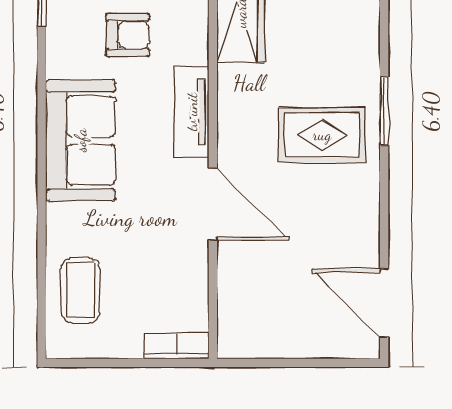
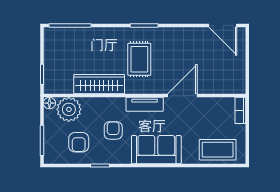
rug: (322, 135) -> (139, 59), moved
coffee table: (80, 290) -> (218, 150), width x1.36, depth x1.30
door: (384, 303) -> (223, 25), hinge flipped

